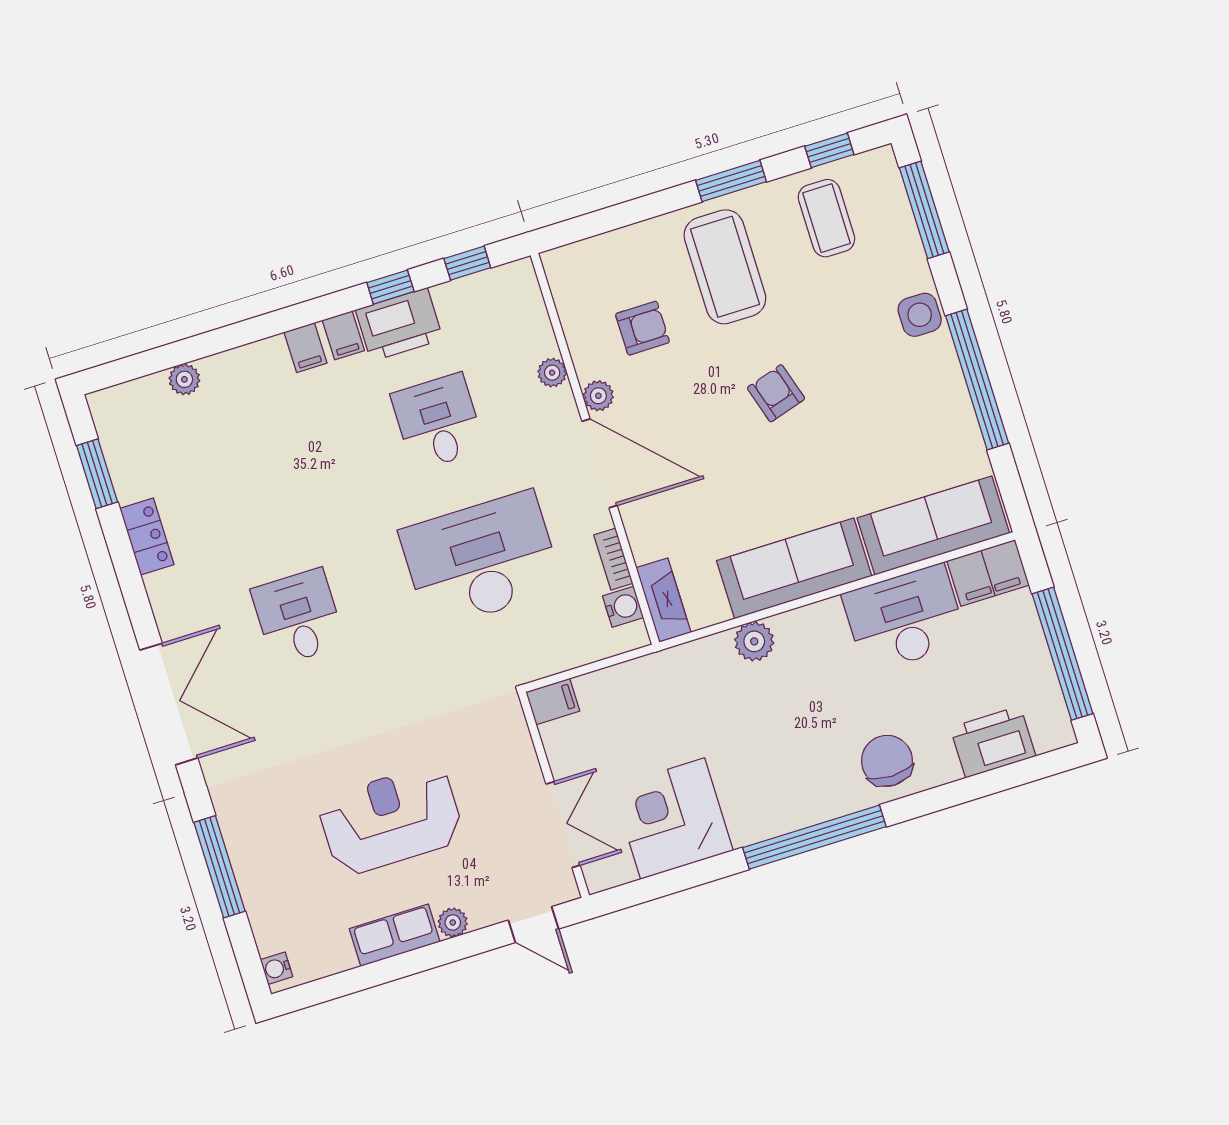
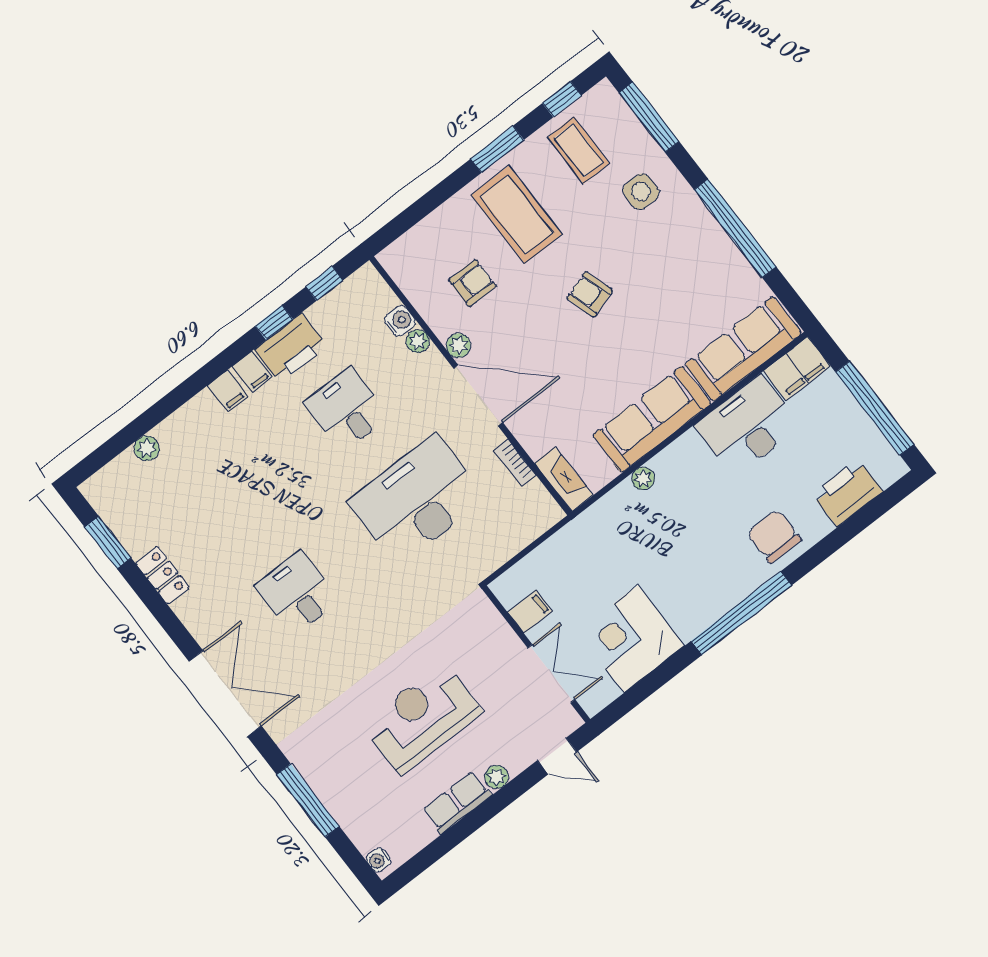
side table: (920, 315) -> (641, 192), moved
water cooler: (623, 607) -> (400, 321), moved
plant: (754, 641) -> (643, 479), width x0.73, depth x0.73
filing cabinet: (553, 701) -> (530, 612), moved

